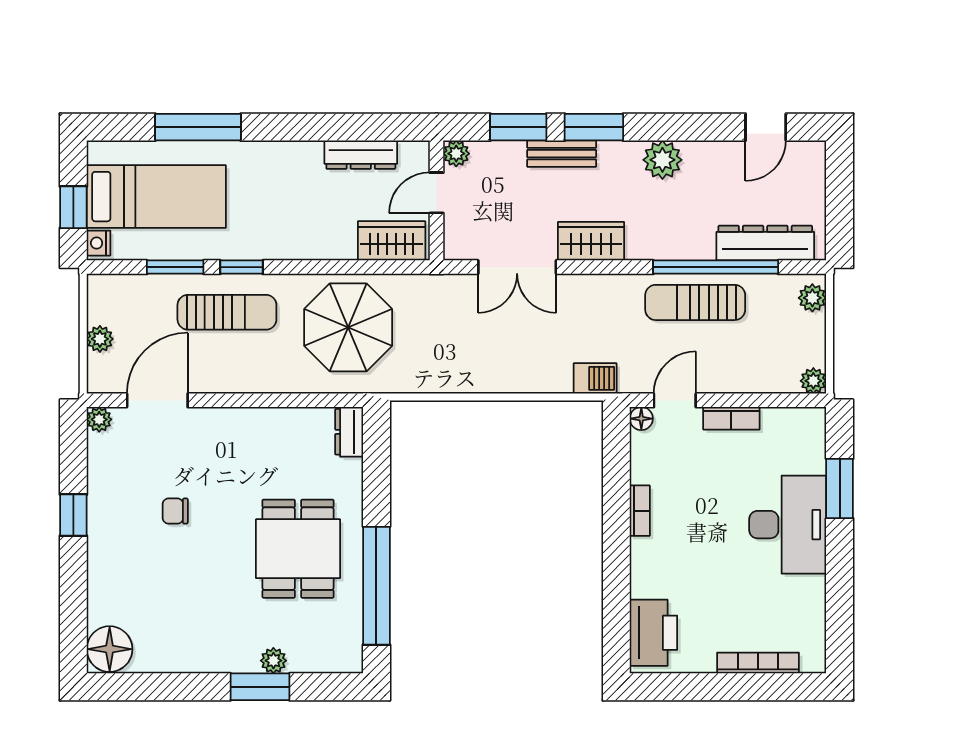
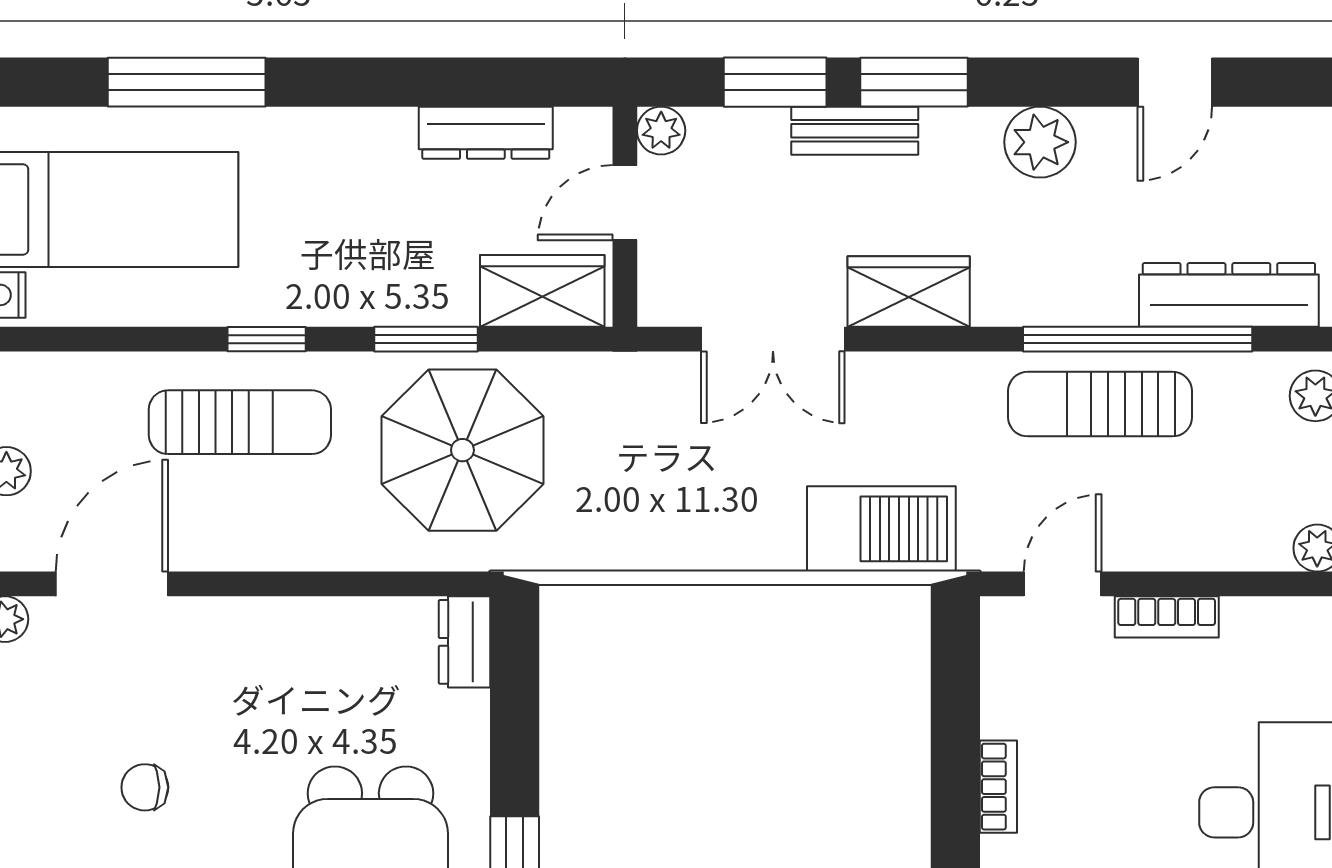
door: (766, 127) -> (1175, 82), moved
window: (175, 267) -> (426, 339), moved
barbecue: (595, 378) -> (881, 529), width x1.88, depth x1.53
floor lamp: (641, 419) -> (1001, 617), removed

